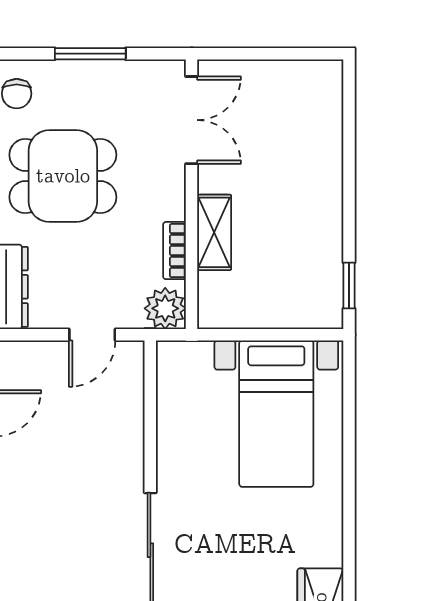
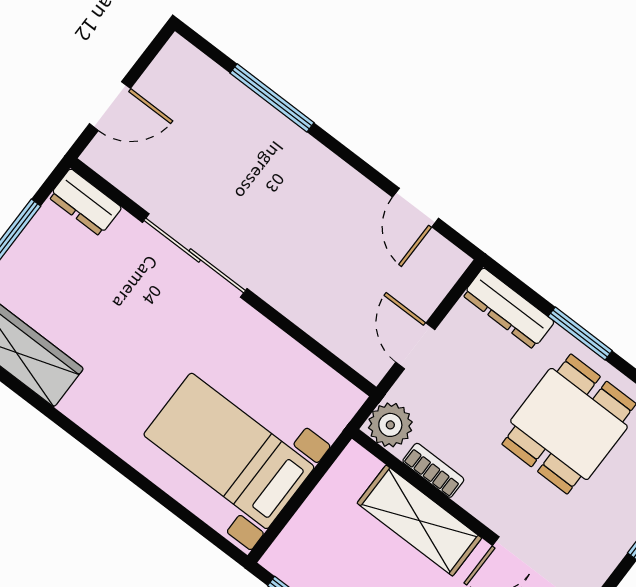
shelving: (214, 232) -> (419, 521), width x1.50, depth x1.33

